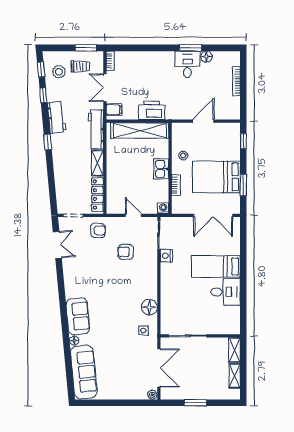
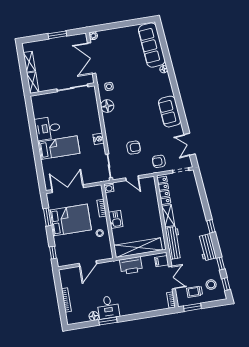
nightstand: (166, 256) -> (98, 139), moved
sofa: (78, 316) -> (170, 112), moved

